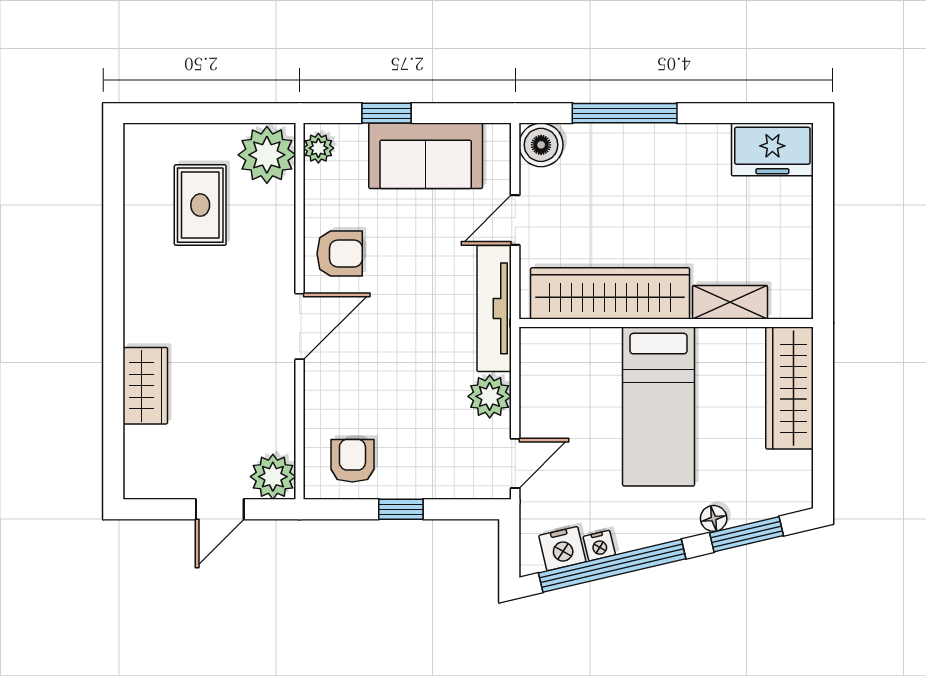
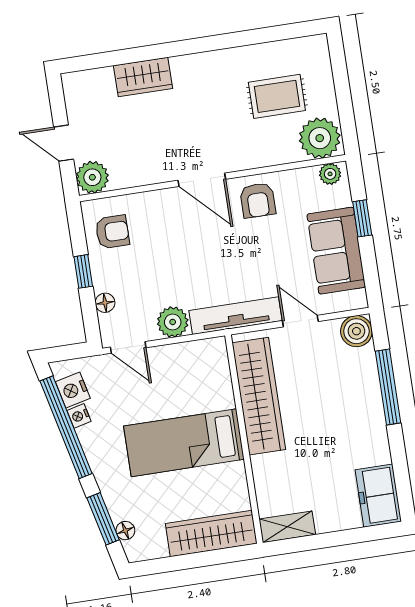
shelving: (730, 302) -> (287, 527), moved, turned 90
floor lamp: (449, 486) -> (105, 303), added
floor lamp: (714, 518) -> (125, 531), moved

